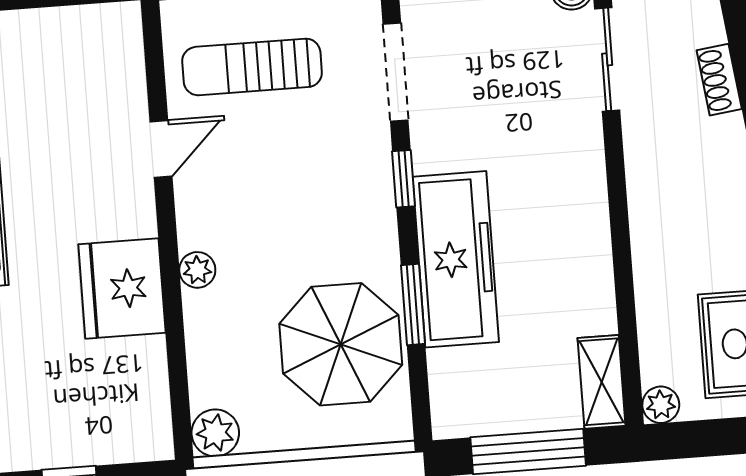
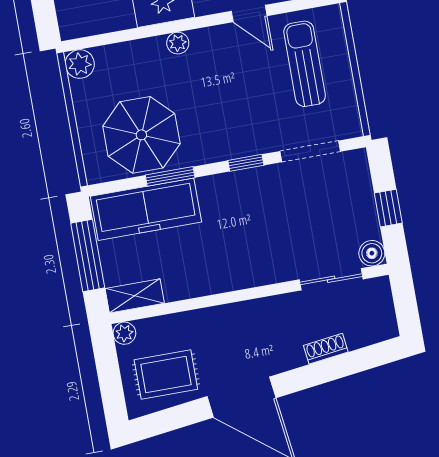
freezer: (456, 259) -> (146, 209), moved

